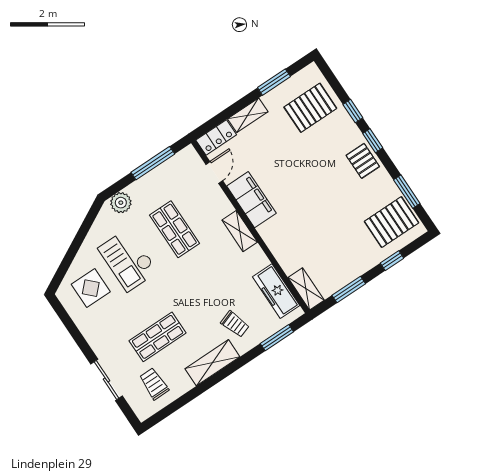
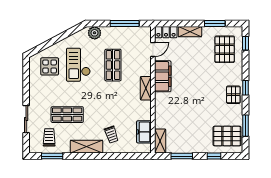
pallet: (310, 108) -> (225, 49), turned 90
window: (353, 111) -> (245, 43), moved
freezer: (276, 291) -> (144, 132), width x0.71
window: (277, 338) -> (52, 156), moved

